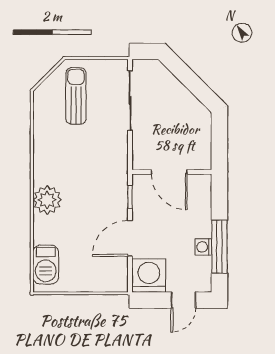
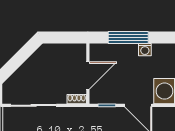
shoe rack: (138, 157) -> (77, 99), added
window: (219, 247) -> (128, 37), moved

